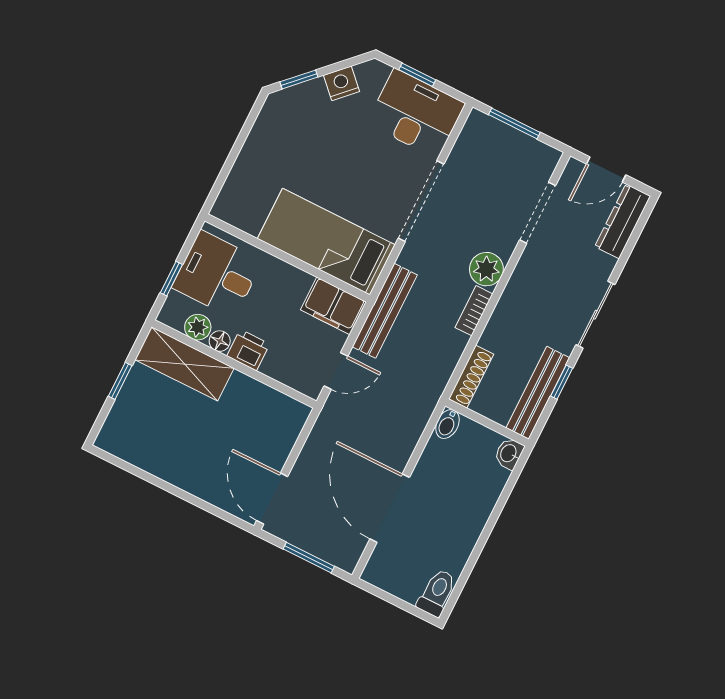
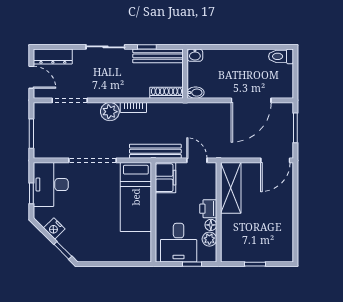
shelving: (185, 364) -> (231, 188), moved

